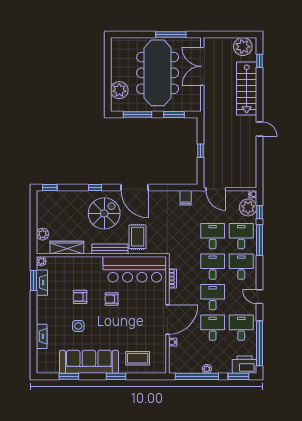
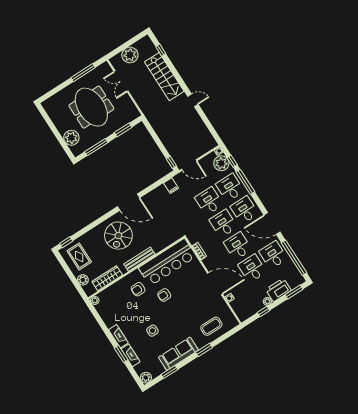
plant: (243, 47) -> (130, 55), moved
double door: (202, 66) -> (121, 81), width x0.73
meeting table: (158, 73) -> (91, 107), width x0.73
window: (200, 151) -> (171, 162), moved
window: (95, 187) -> (99, 221), removed
spiral stairs: (104, 213) -> (118, 236), turned 180
rug: (138, 237) -> (79, 256), moved
window: (34, 281) -> (121, 354), moved
fireplace: (42, 283) -> (118, 336), moved
armchair: (80, 297) -> (138, 289), moved
door: (260, 297) -> (272, 223), width x1.88
door: (167, 320) -> (215, 284), hinge flipped
sofa: (89, 362) -> (178, 354), width x0.74, depth x0.79
printer: (244, 365) -> (278, 290), moved
plant: (43, 367) -> (146, 378), added
window: (197, 376) -> (264, 312), width x0.32

